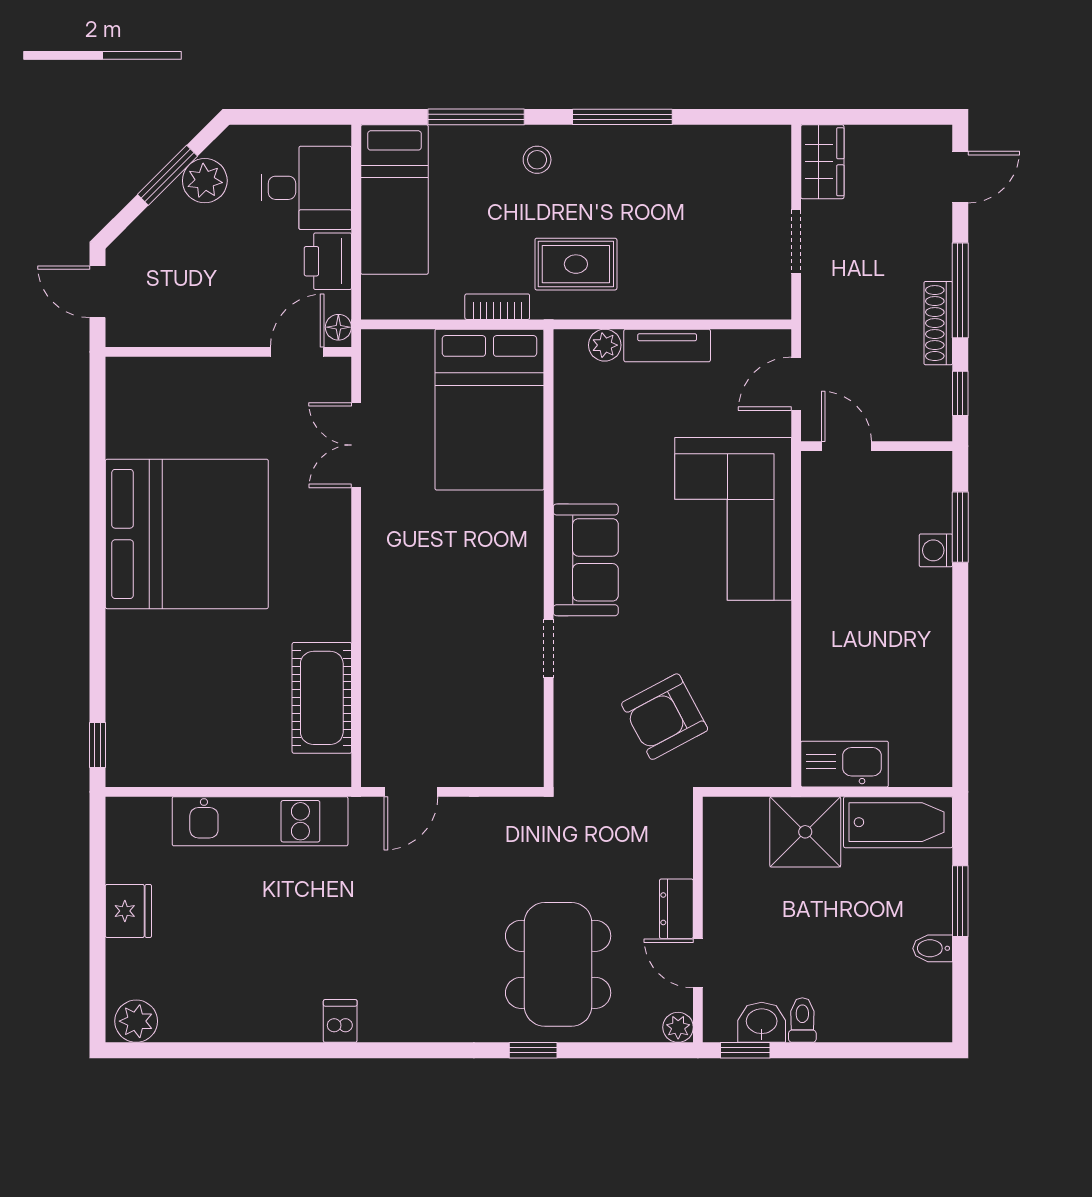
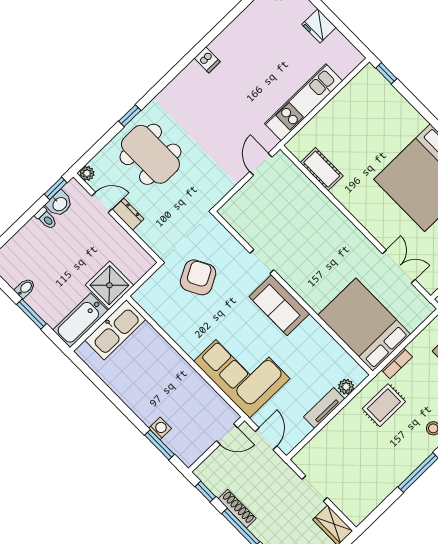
cot: (322, 698) -> (322, 169), width x0.73, depth x0.75
kitchen sink: (845, 764) -> (115, 330), width x1.36, depth x1.24

